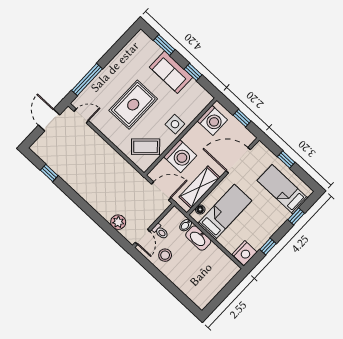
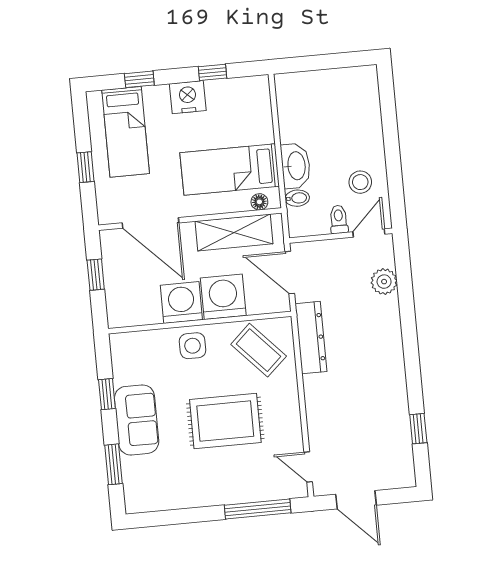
door: (49, 120) -> (356, 500), hinge flipped
washing machine: (212, 120) -> (181, 302), moved
dresser: (128, 172) -> (311, 338), added
nightstand: (244, 253) -> (188, 97), moved

